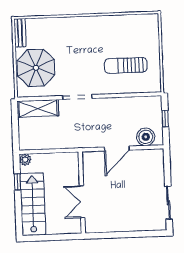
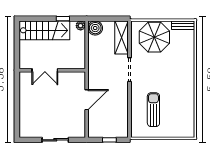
boiler: (146, 137) -> (95, 28), moved
door: (117, 149) -> (87, 100), swing flipped
double door: (82, 202) -> (45, 70), swing flipped
sliding door: (168, 203) -> (55, 140), moved

